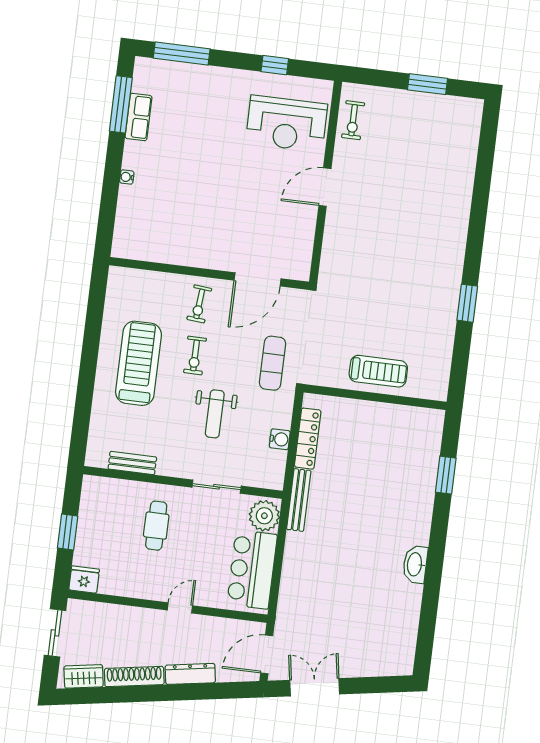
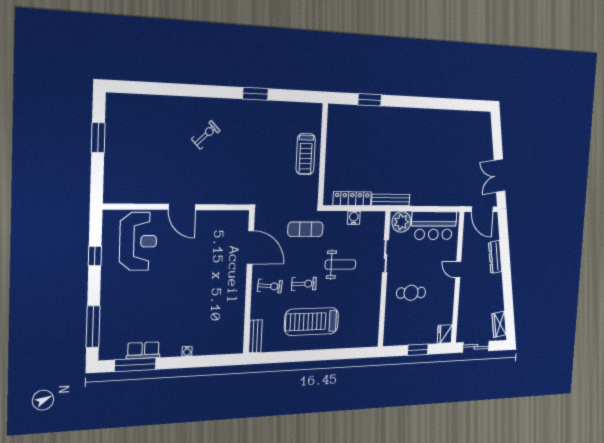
exercise bike: (353, 120) -> (206, 135), moved, turned -44
treadmill: (378, 371) -> (306, 154), turned 180
bench: (132, 463) -> (255, 336), moved
washbasin: (415, 564) -> (426, 116), removed
shoe rack: (134, 677) -> (498, 292), removed

